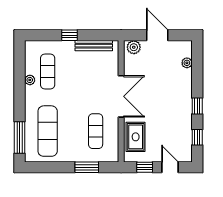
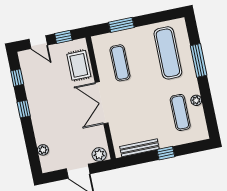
window: (20, 137) -> (199, 60), moved

